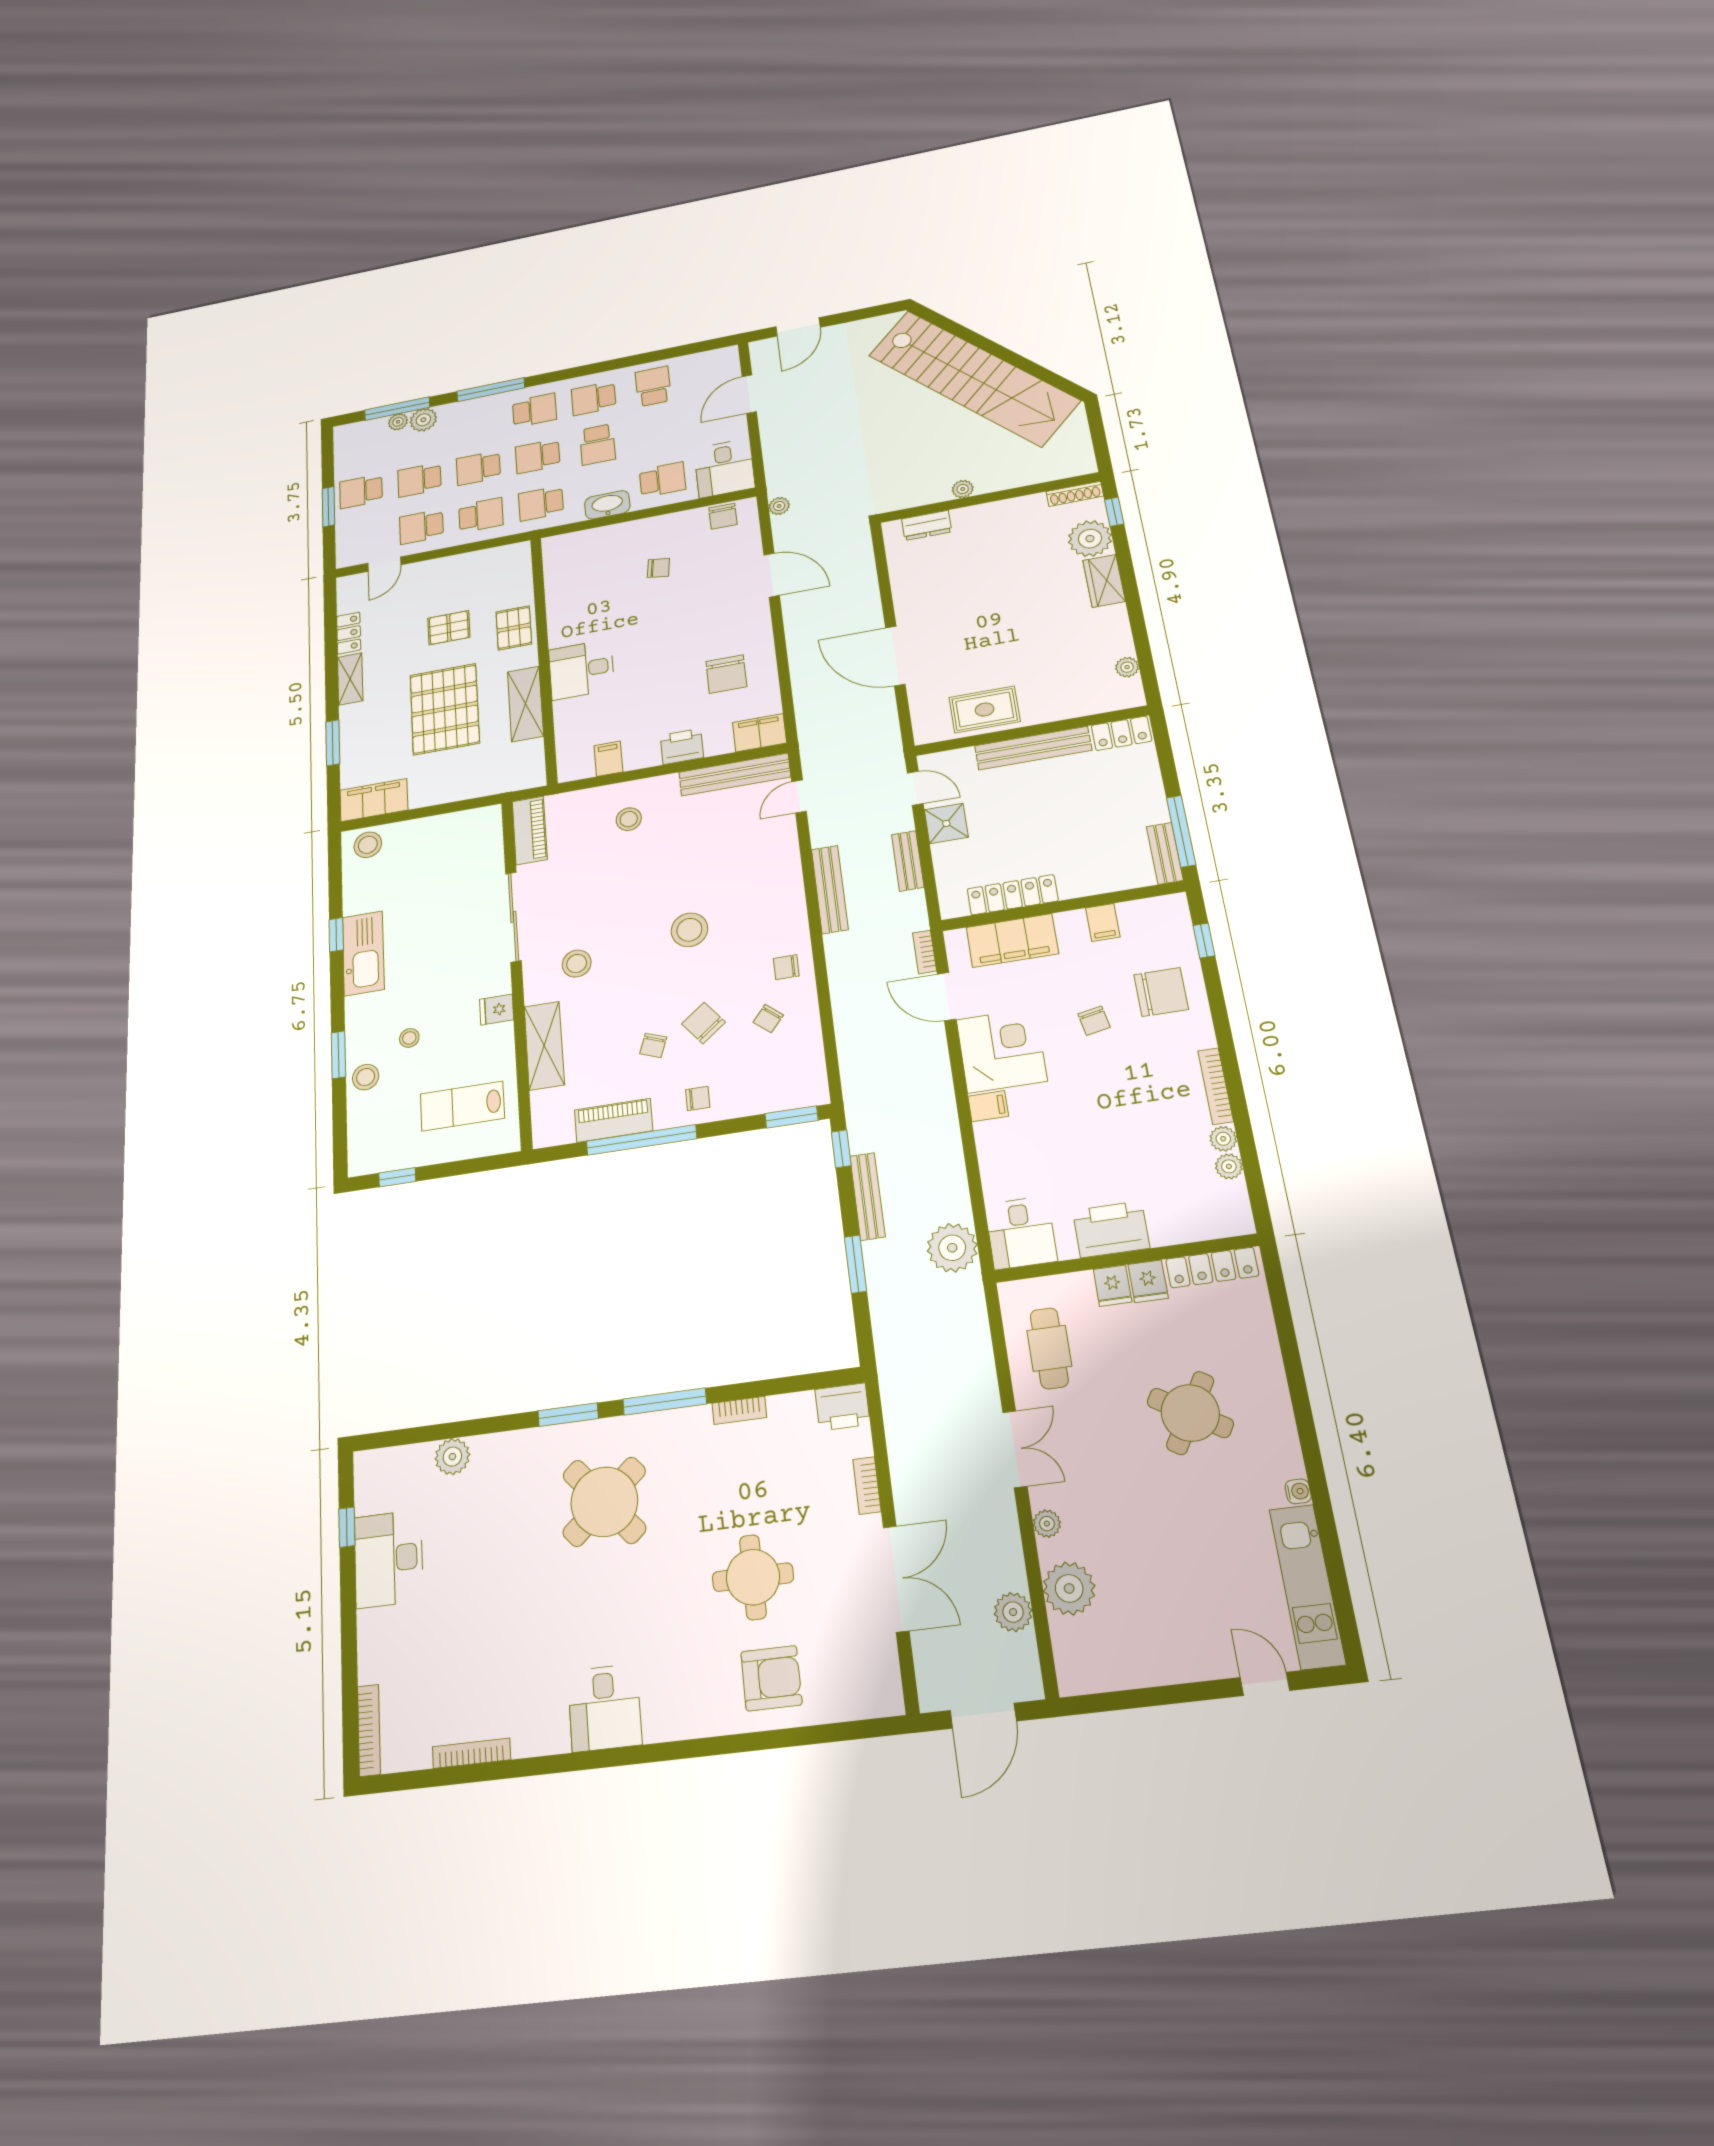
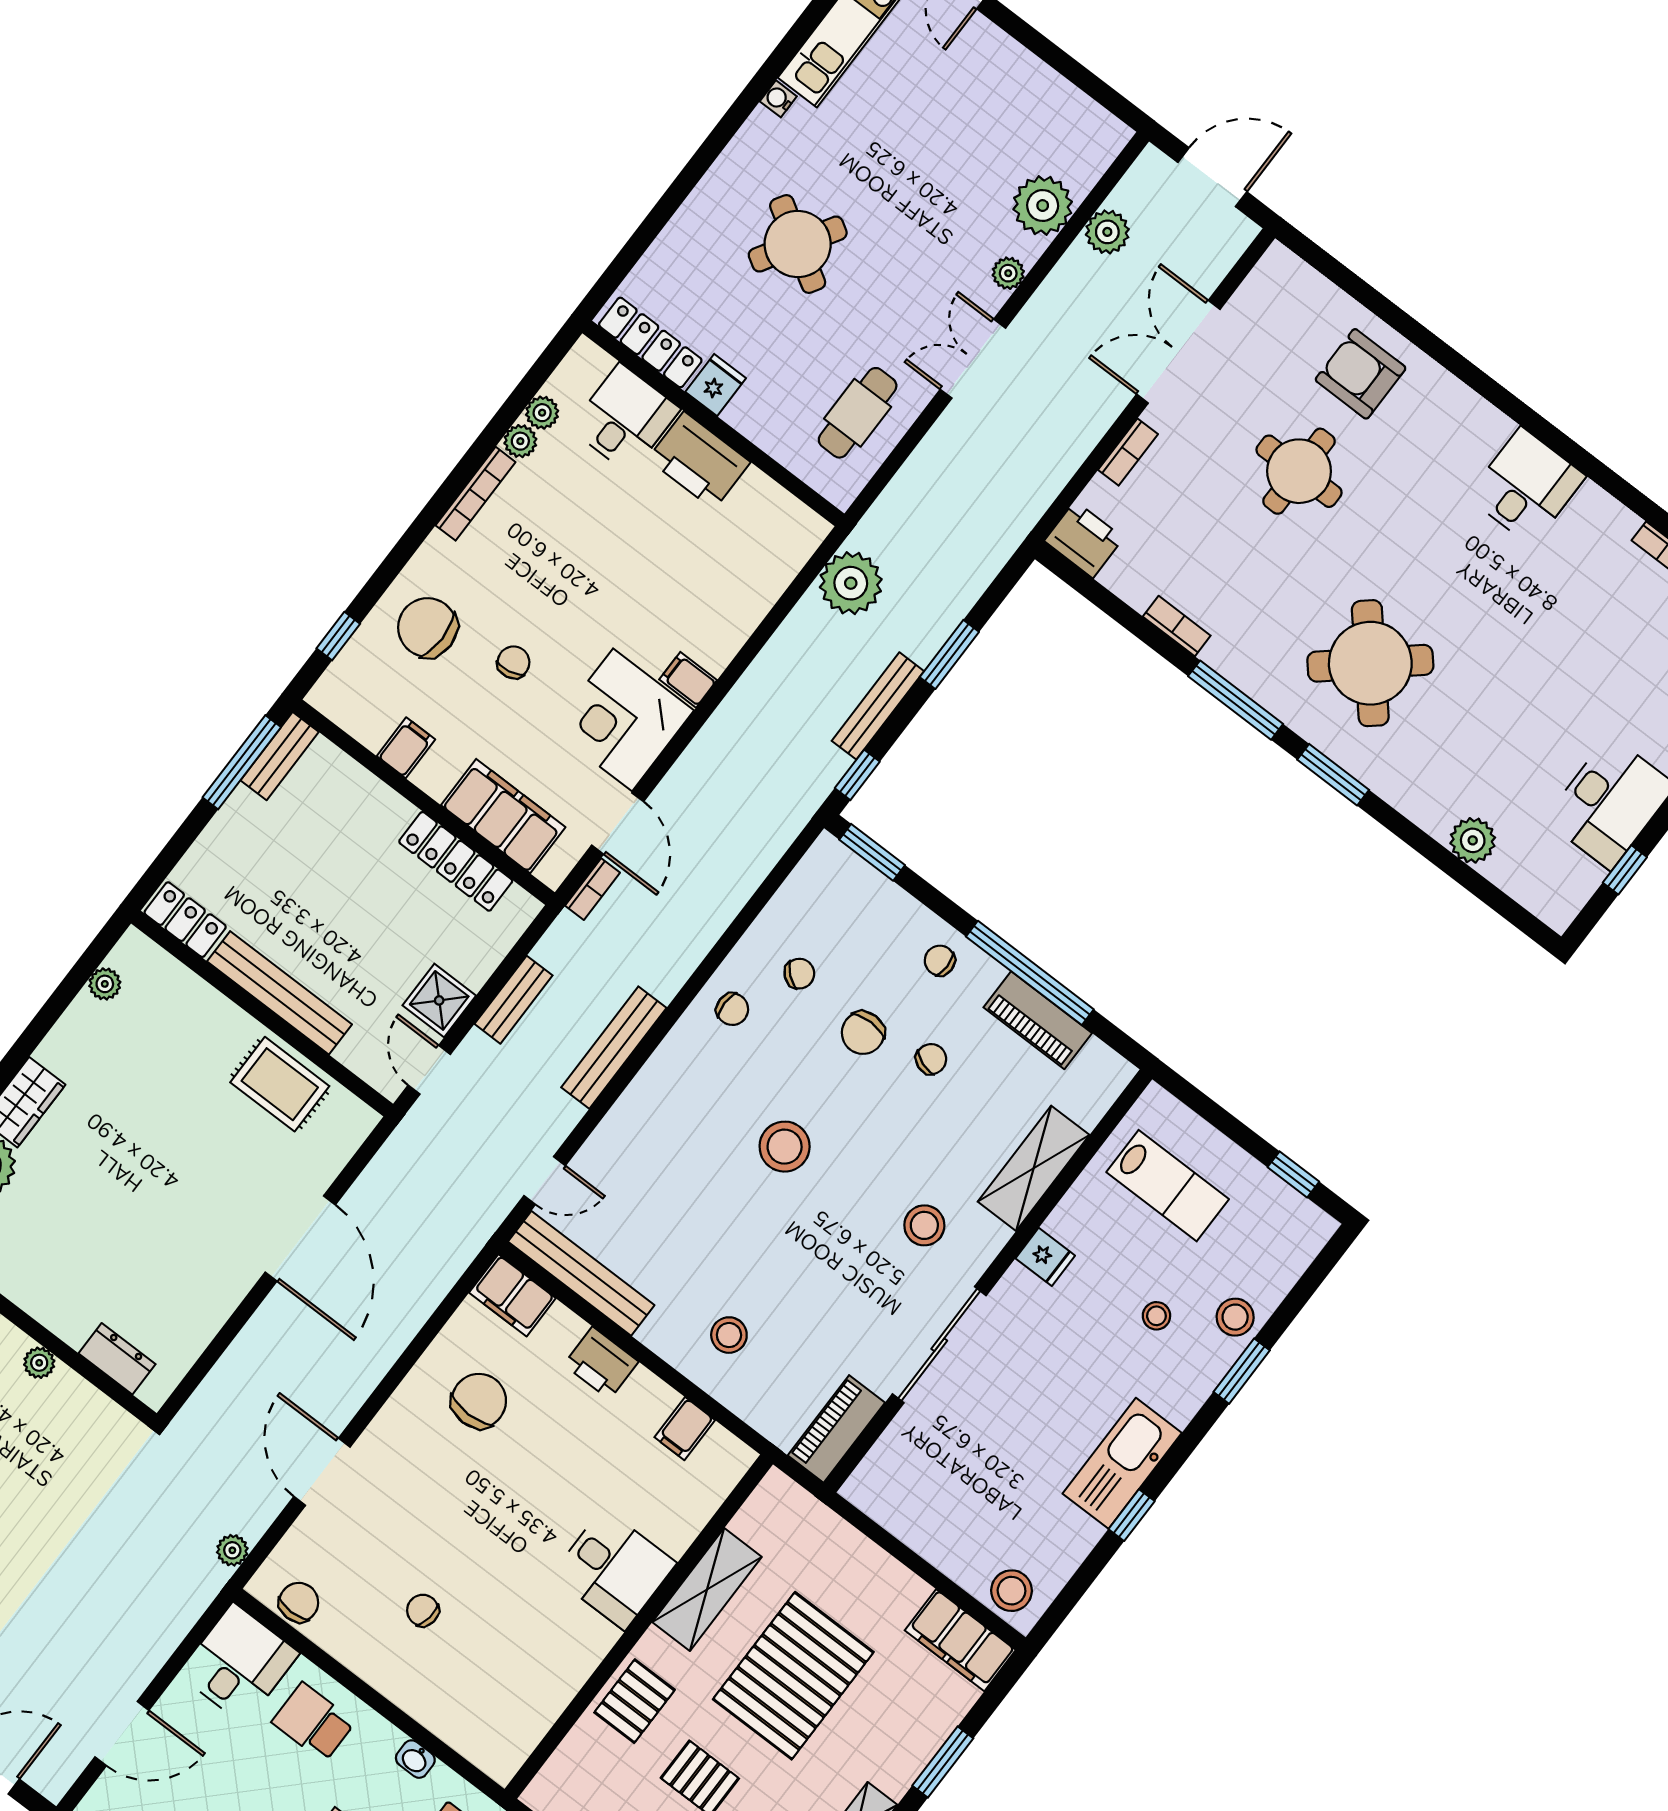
washbasin: (607, 505) -> (415, 1759), width x0.52, depth x0.69
chair: (703, 1023) -> (863, 1033), turned 38
desk: (1021, 1233) -> (625, 419), moved
fridge: (1113, 1286) -> (749, 412), removed

